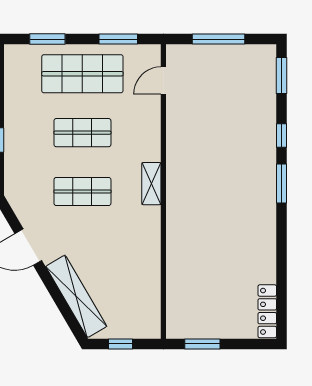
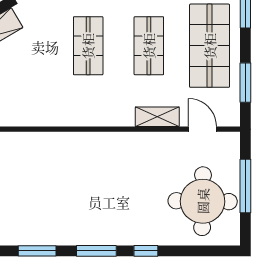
window: (281, 75) -> (37, 251), moved
round table: (233, 80) -> (203, 201), added
shelving: (151, 184) -> (157, 117), moved

